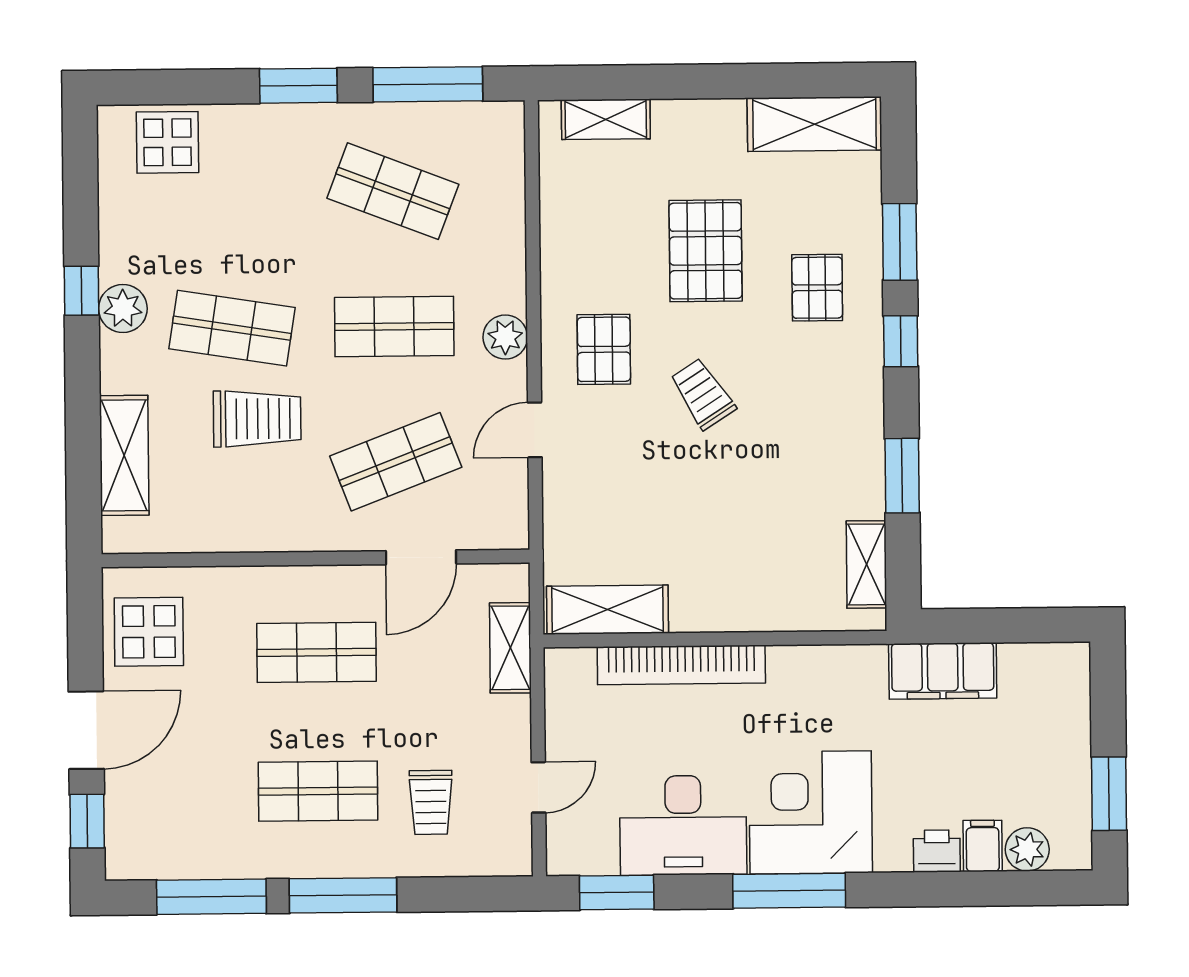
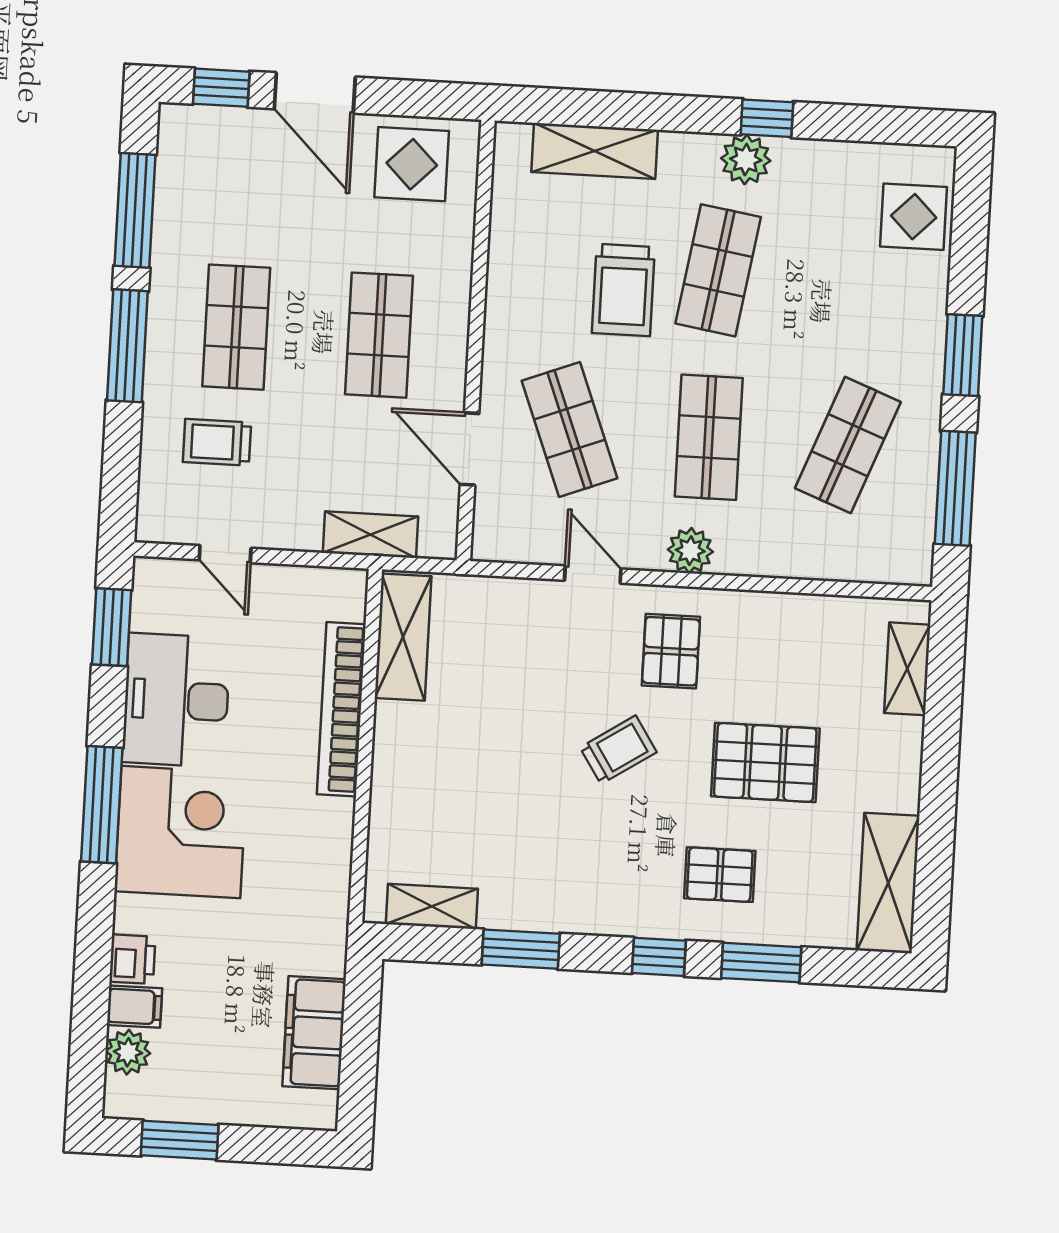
pallet: (604, 349) -> (671, 651), turned 90
filing cabinet: (943, 671) -> (314, 1033), moved

